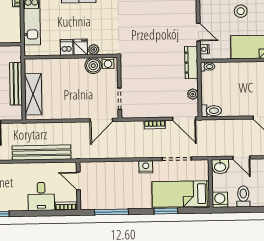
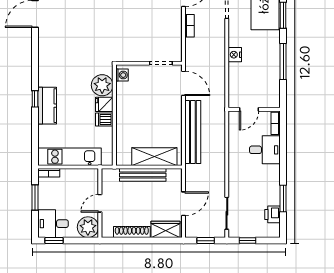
plant: (94, 50) -> (102, 85), width x1.88, depth x1.88
boiler: (93, 66) -> (124, 91), removed
bench: (42, 153) -> (193, 132), moved
nightstand: (146, 167) -> (235, 55), moved
window: (112, 212) -> (283, 61), moved

